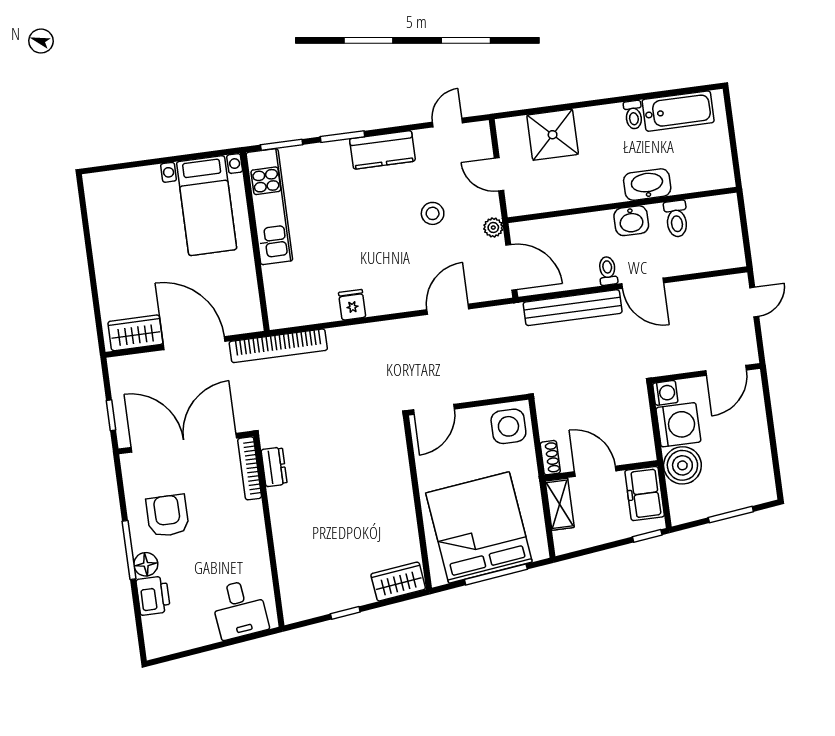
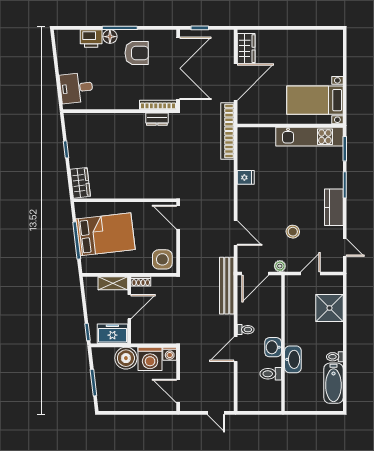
bench: (573, 308) -> (227, 286), moved
bed: (479, 527) -> (106, 234), width x0.73

